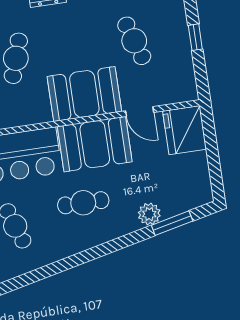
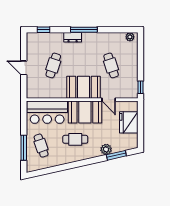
window: (195, 37) -> (141, 87), moved
fridge: (185, 130) -> (129, 122), moved

